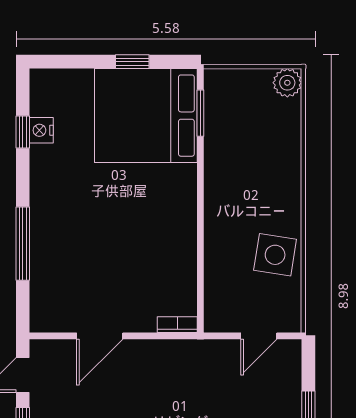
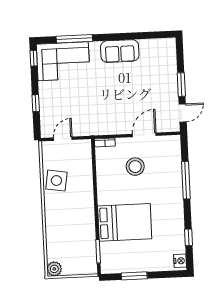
window: (132, 62) -> (134, 276), width x1.50
bed: (146, 116) -> (125, 222), moved, width x0.73
nightstand: (41, 130) -> (180, 261), moved
stool: (120, 275) -> (135, 167), added

